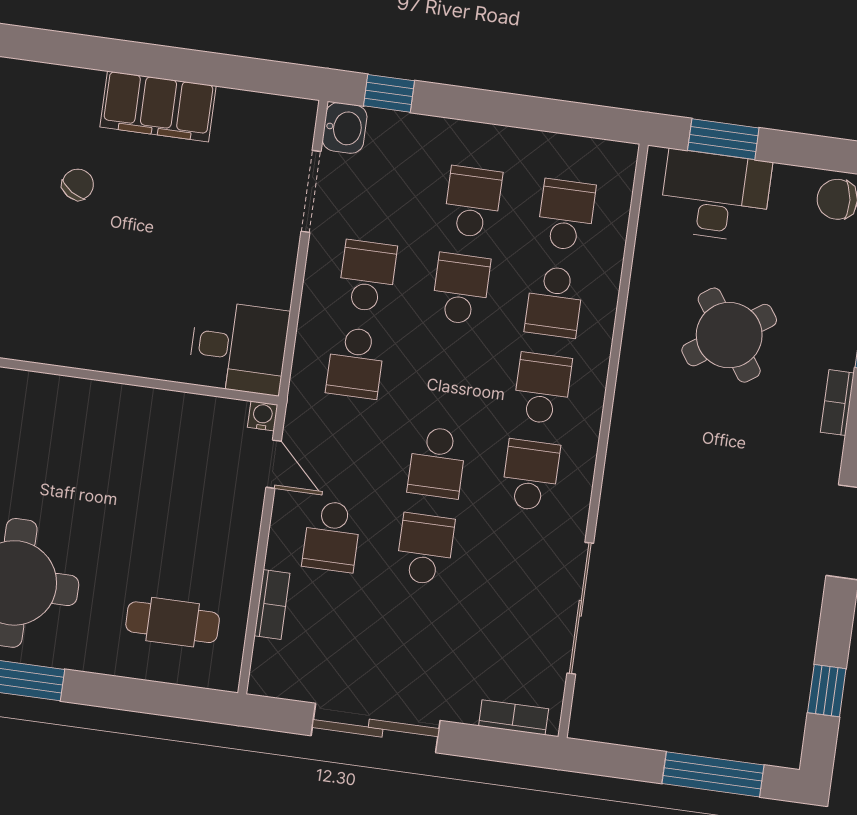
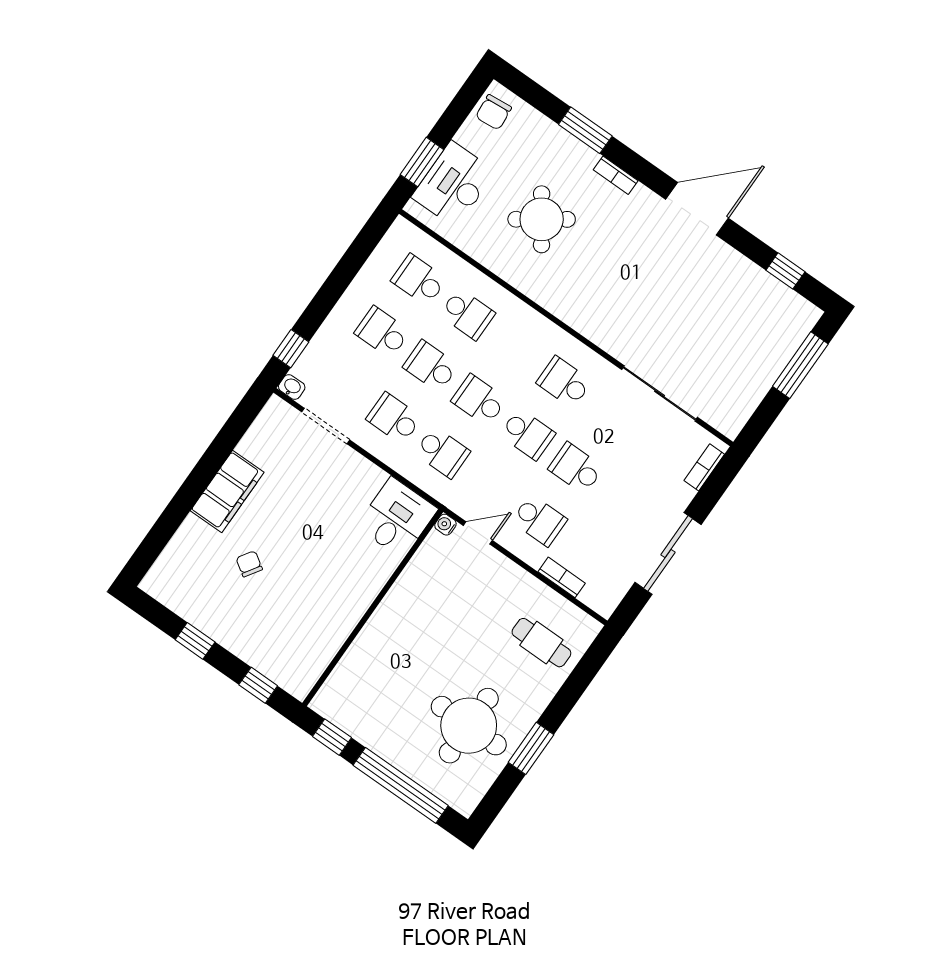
washbasin: (345, 128) -> (292, 387), width x0.72, depth x0.69
school desk: (542, 388) -> (479, 400), moved
cafe table: (173, 622) -> (541, 643), turned 90

